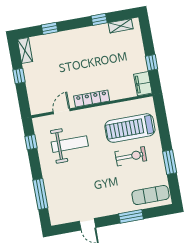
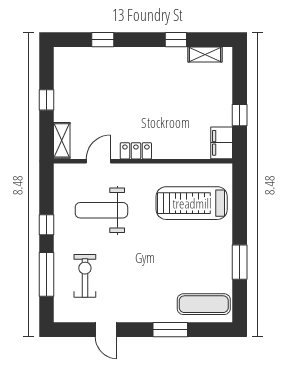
shelving: (25, 50) -> (62, 140), moved
locker: (92, 99) -> (136, 151), width x0.66
window: (31, 142) -> (47, 225), moved
weight bench: (70, 144) -> (101, 210), turned 180
exercise bike: (131, 156) -> (85, 276), moved, turned -90

